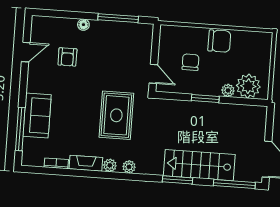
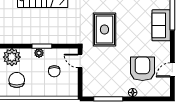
chair: (219, 41) -> (17, 80), moved, turned 90
armchair: (67, 57) -> (142, 69), width x1.88, depth x1.88
plant: (228, 90) -> (39, 53), moved

